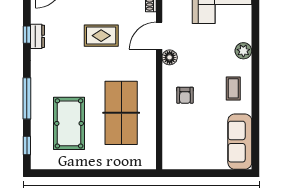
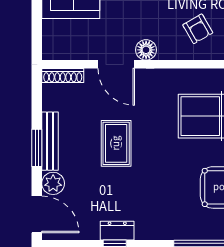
armchair: (185, 95) -> (198, 29), turned 60

